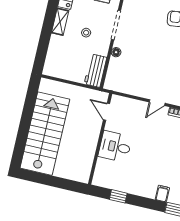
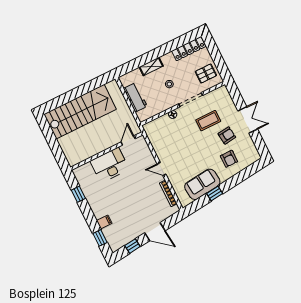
shelving: (60, 22) -> (151, 66), moved
coffee table: (148, 25) -> (208, 121), added
workbench: (95, 71) -> (135, 97), moved, turned 90
desk: (115, 147) -> (110, 165), width x1.37

